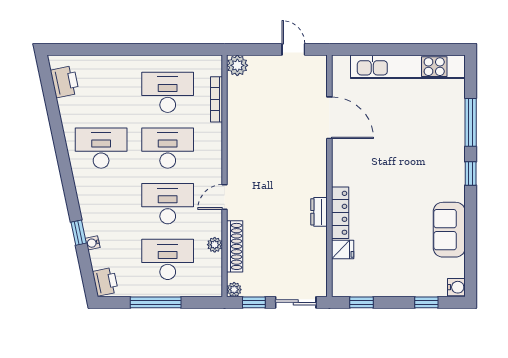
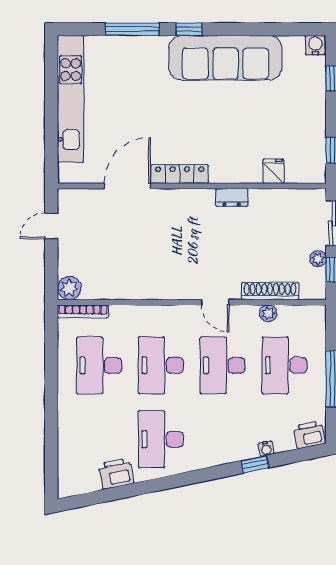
printer: (65, 82) -> (116, 474), moved
bookcase: (216, 99) -> (83, 311), moved
locker: (340, 213) -> (180, 174), moved
sofa: (449, 230) -> (225, 58), width x1.85, depth x1.27
plant: (234, 290) -> (318, 259), moved

